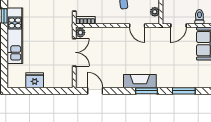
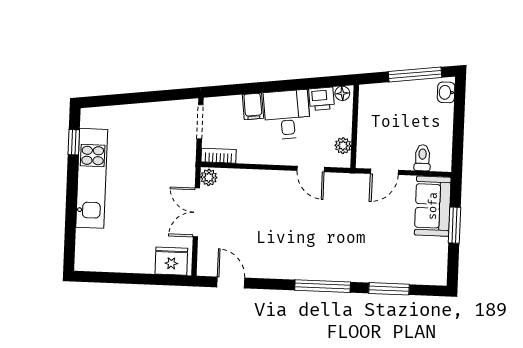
double door: (74, 52) -> (196, 212), swing flipped
fridge: (35, 80) -> (171, 261), moved
fireplace: (140, 81) -> (311, 268), removed
window: (146, 91) -> (323, 286), width x1.44

